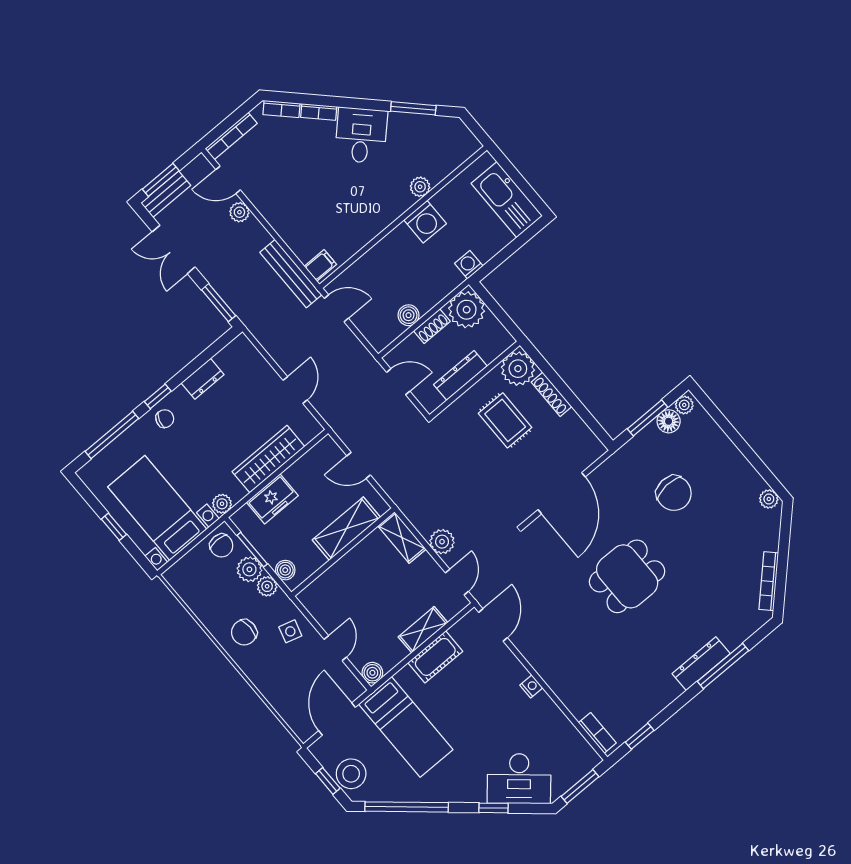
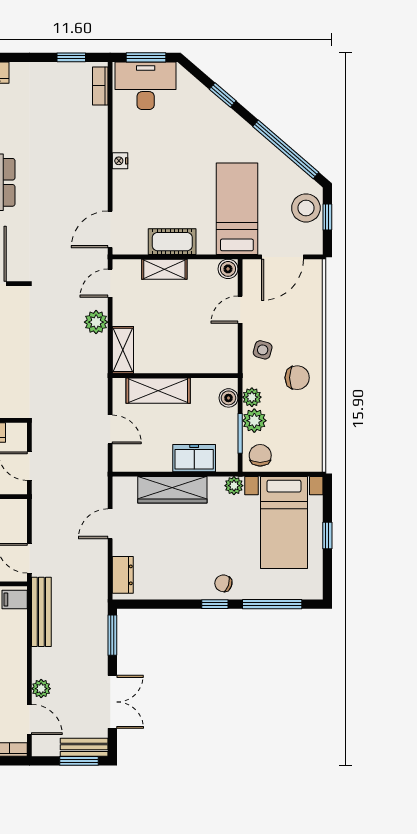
dresser: (203, 379) -> (123, 575), moved, turned 90
desk: (519, 779) -> (146, 86), moved, turned -41

